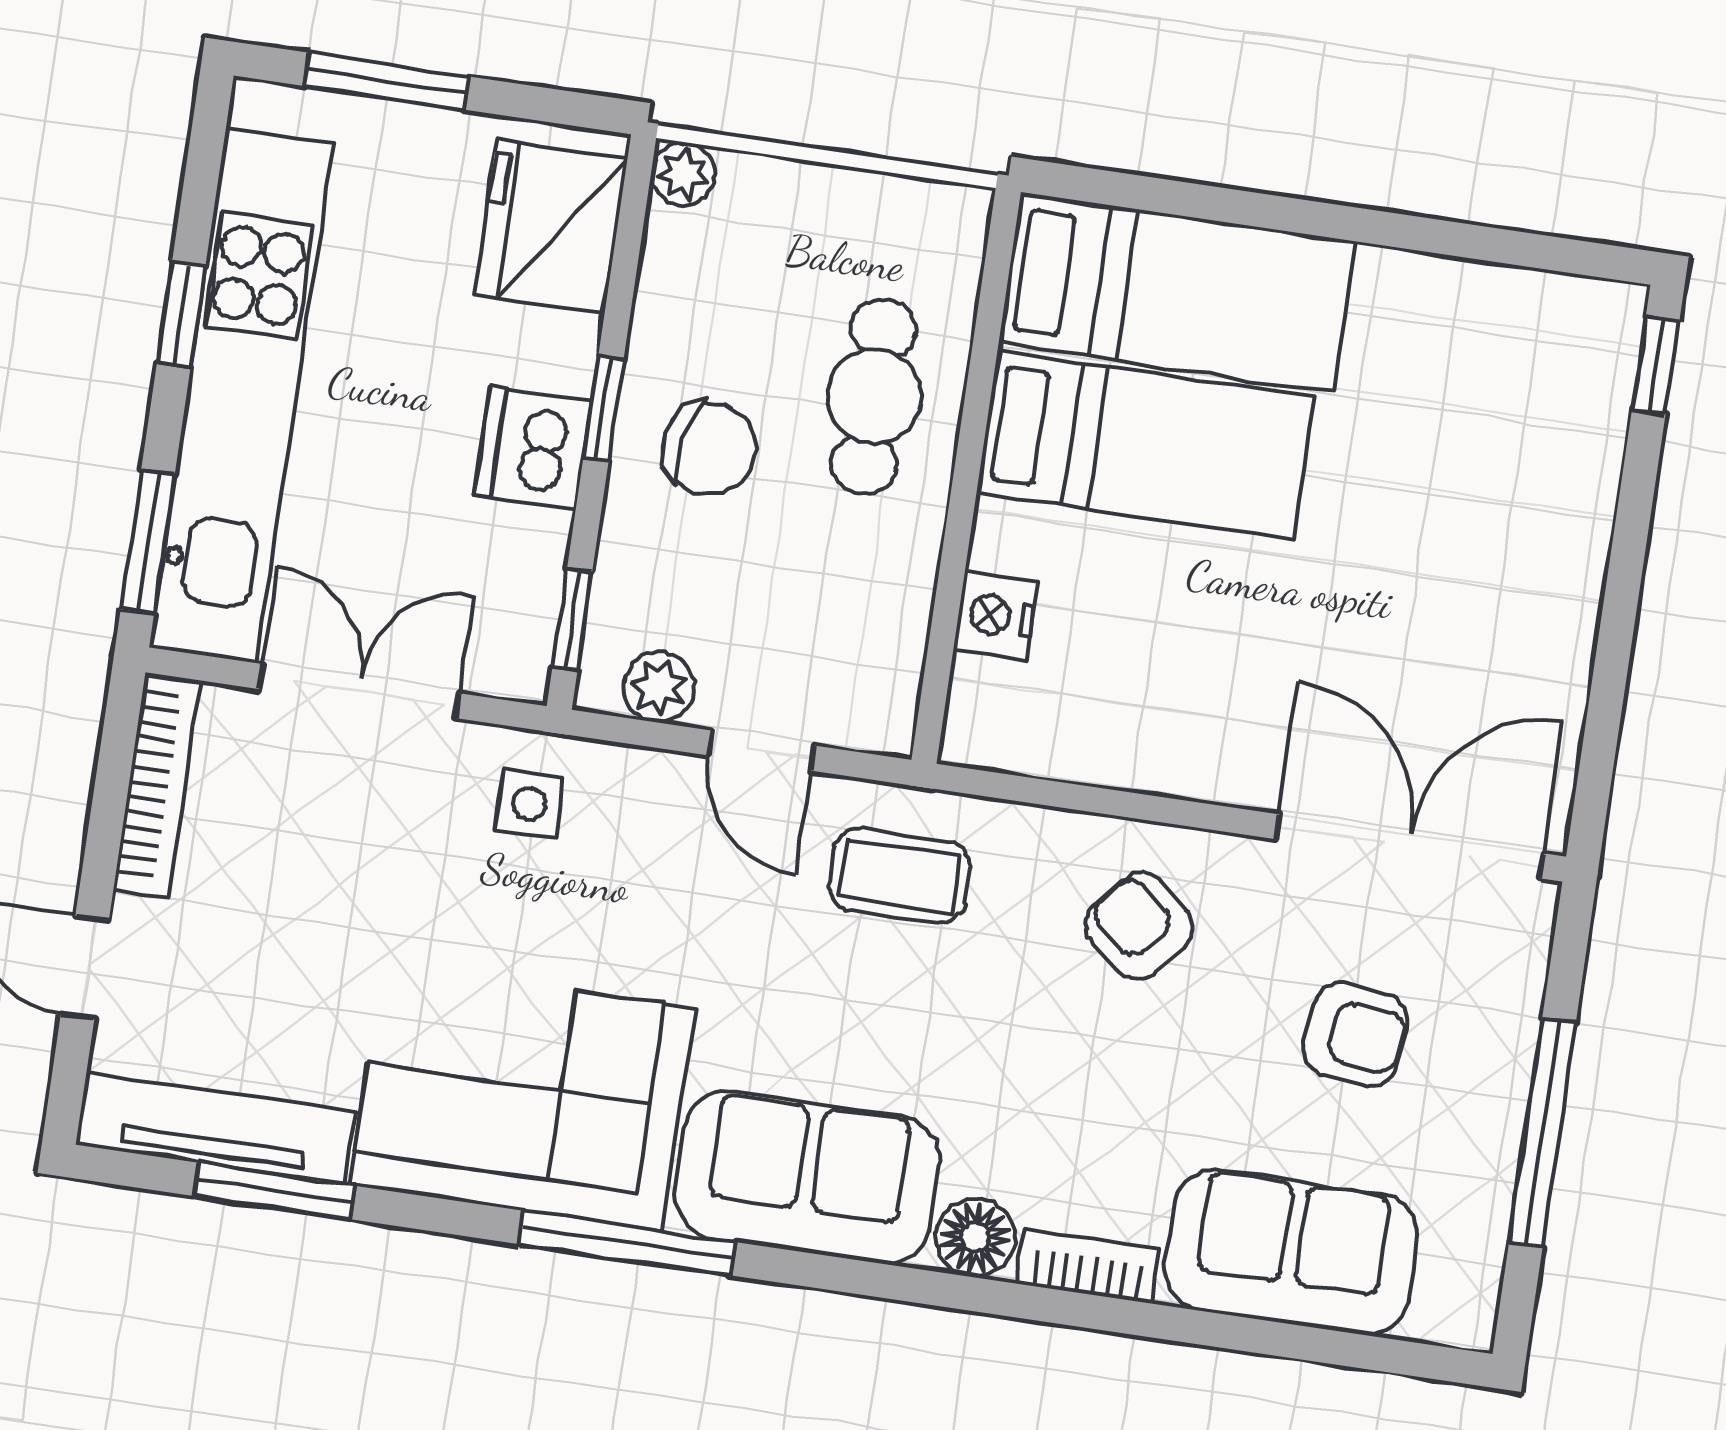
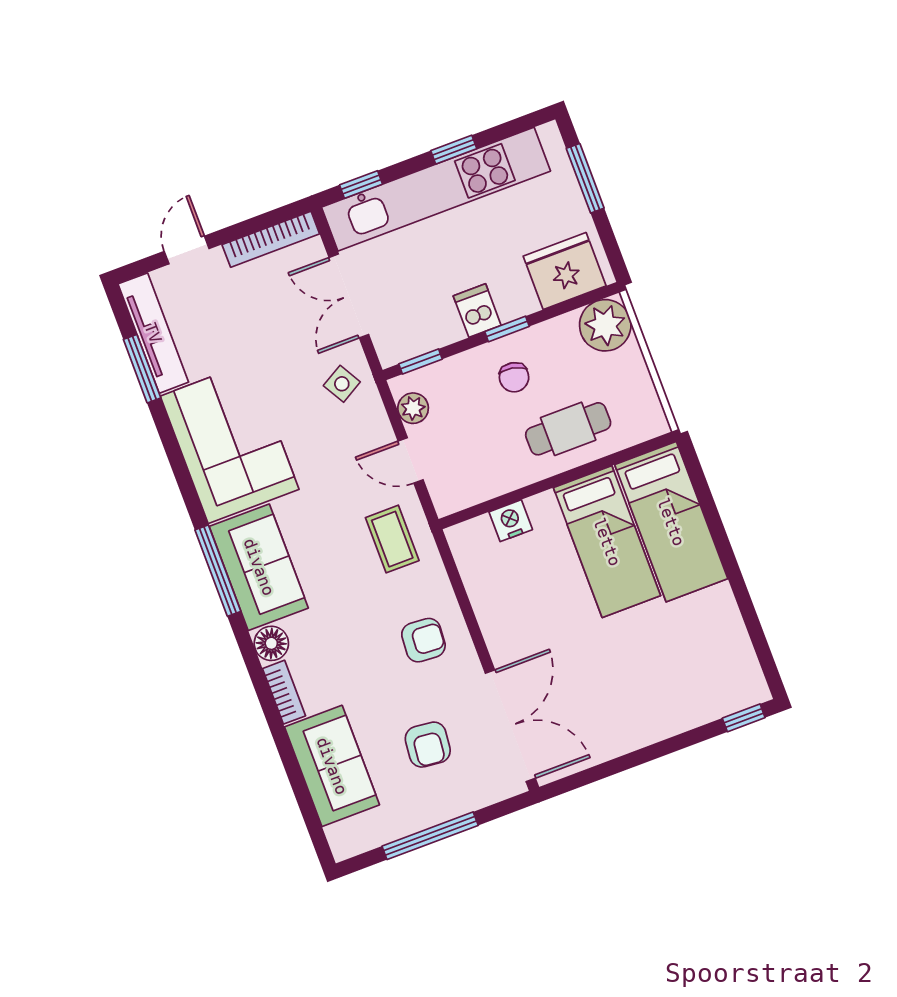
plant: (683, 174) -> (605, 325), width x1.88, depth x1.88
dishwasher: (533, 448) -> (477, 311), width x0.73
chair: (709, 448) -> (514, 377), width x0.73, depth x0.73
window: (148, 542) -> (361, 185), width x0.67
double door: (360, 691) -> (349, 296), swing flipped
door: (761, 751) -> (411, 460), hinge flipped
side table: (529, 804) -> (342, 384), turned -30
armchair: (1139, 926) -> (423, 640), turned 54
window: (627, 1243) -> (218, 571), moved

